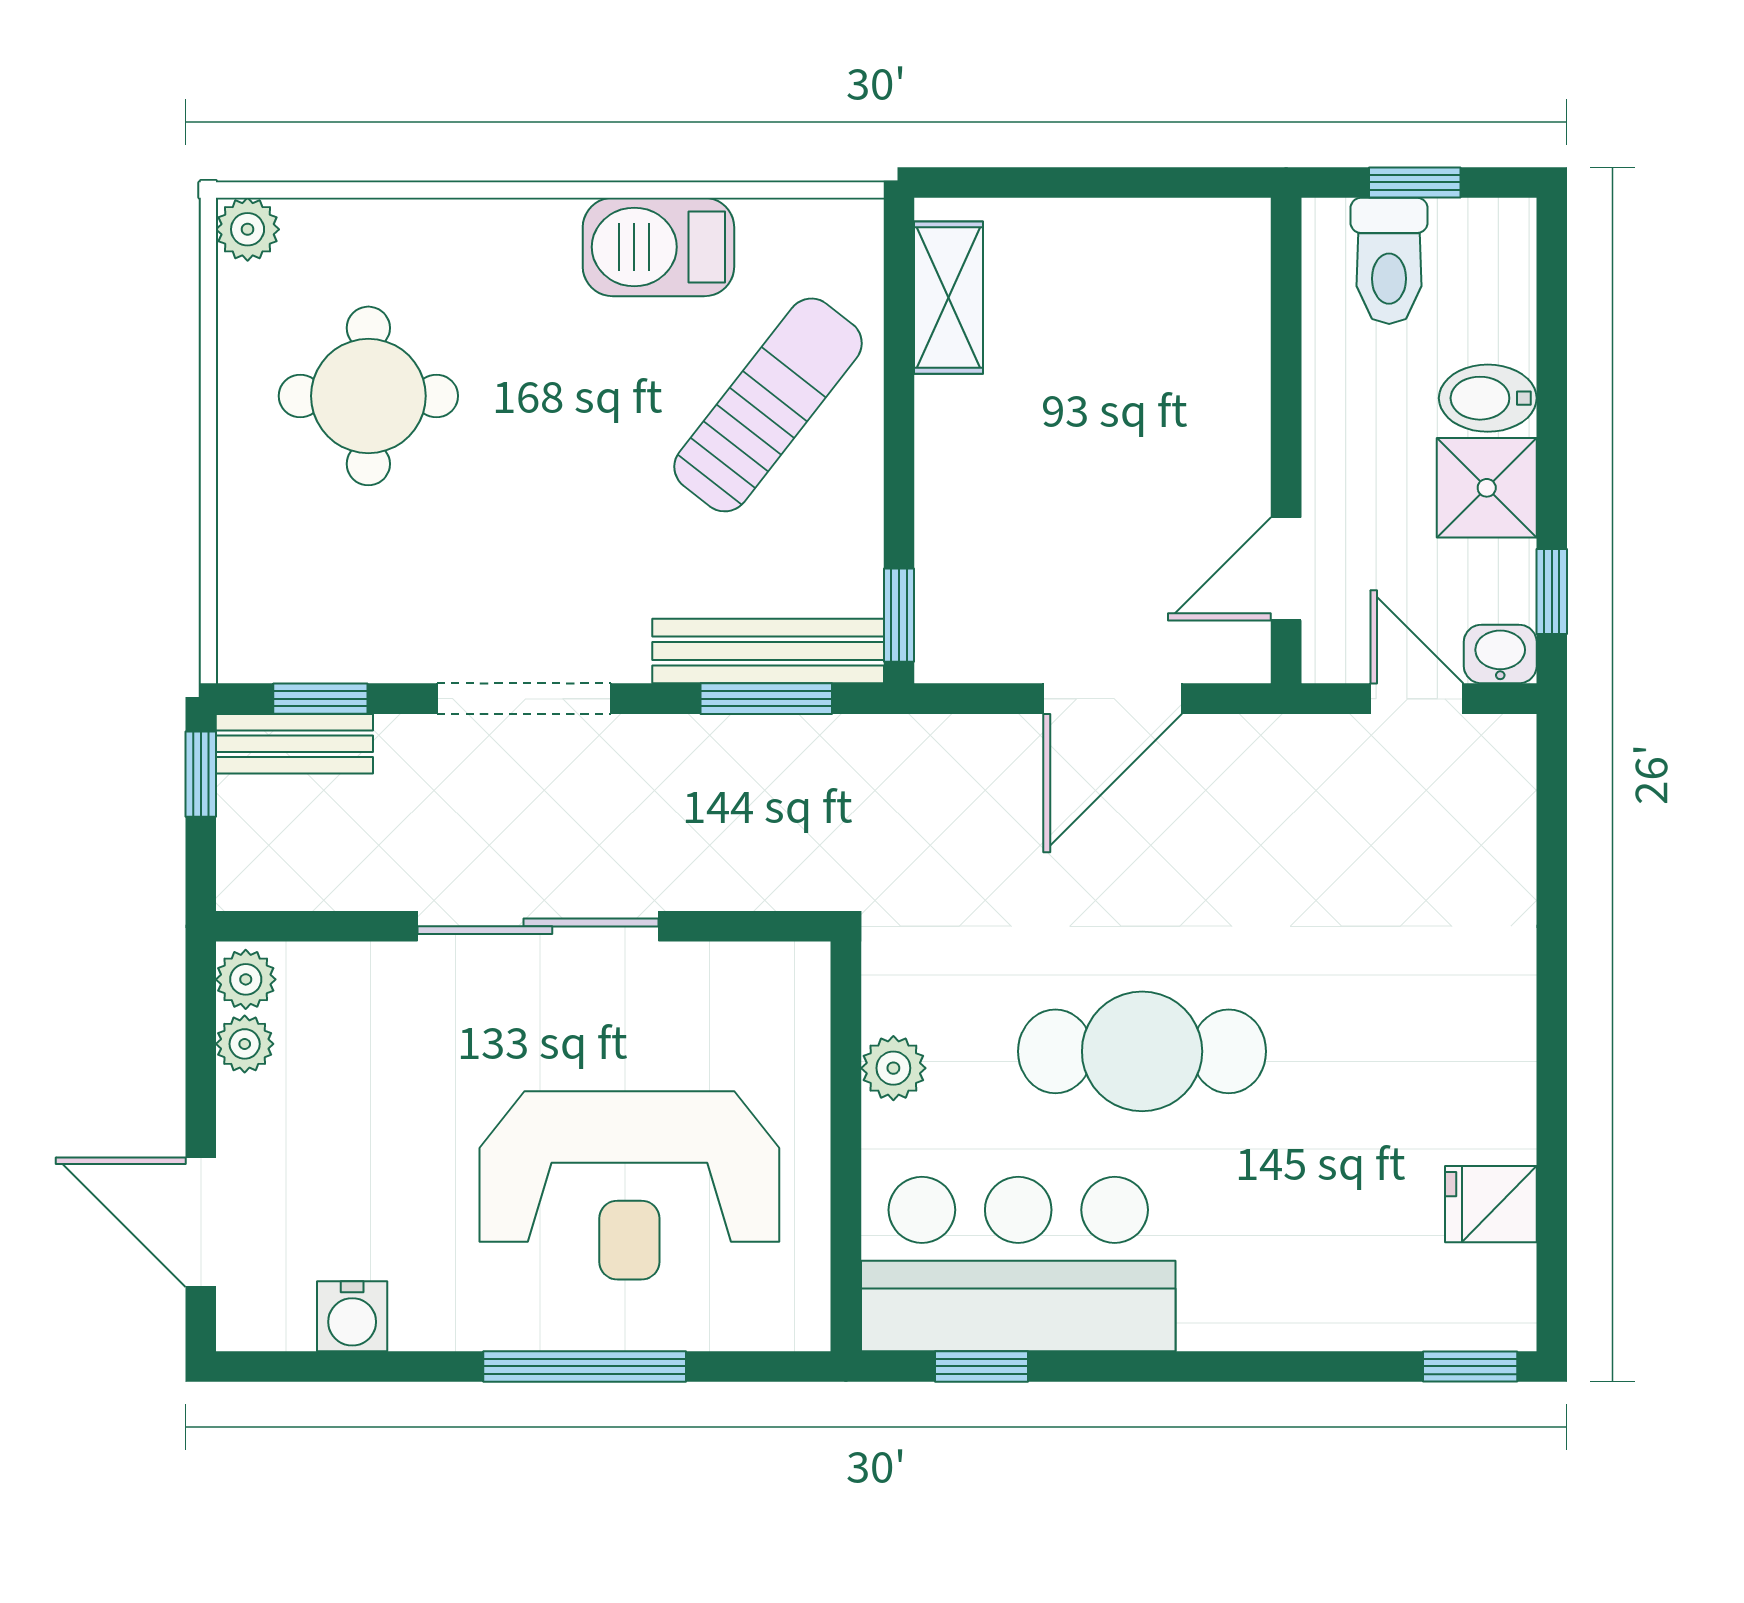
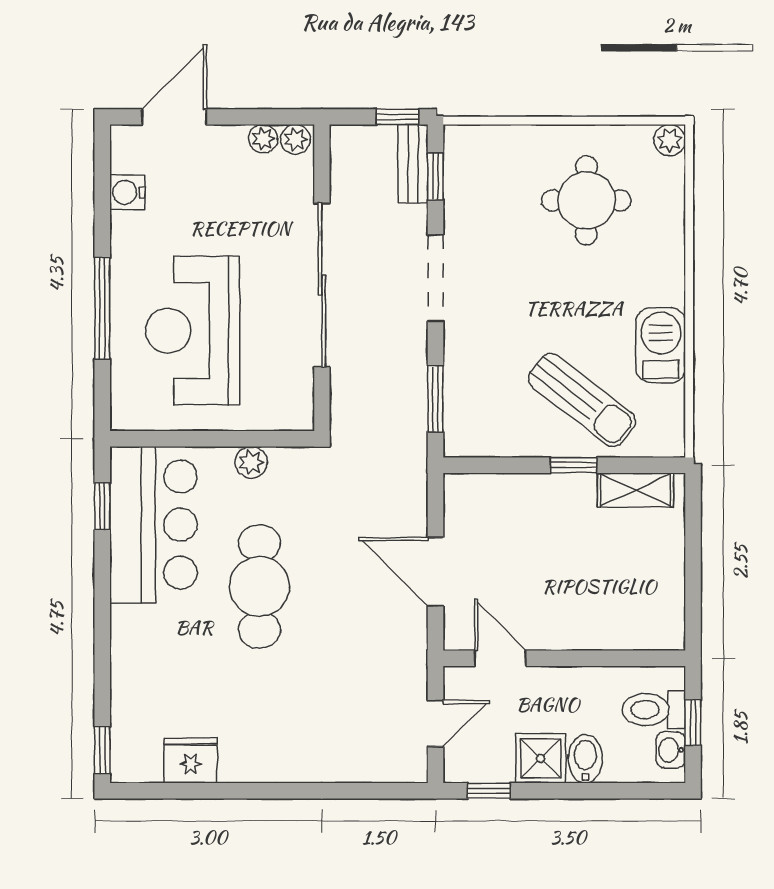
window: (899, 615) -> (574, 465), moved
bench: (768, 651) -> (459, 400), removed
washbasin: (1500, 654) -> (671, 750), moved, turned 180
sliding door: (538, 926) -> (322, 285), width x1.36
fridge: (1491, 1204) -> (191, 760), width x1.38

